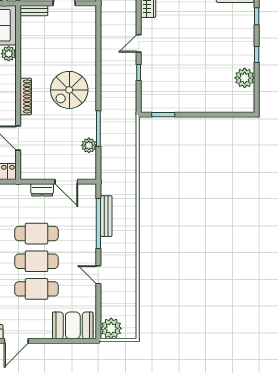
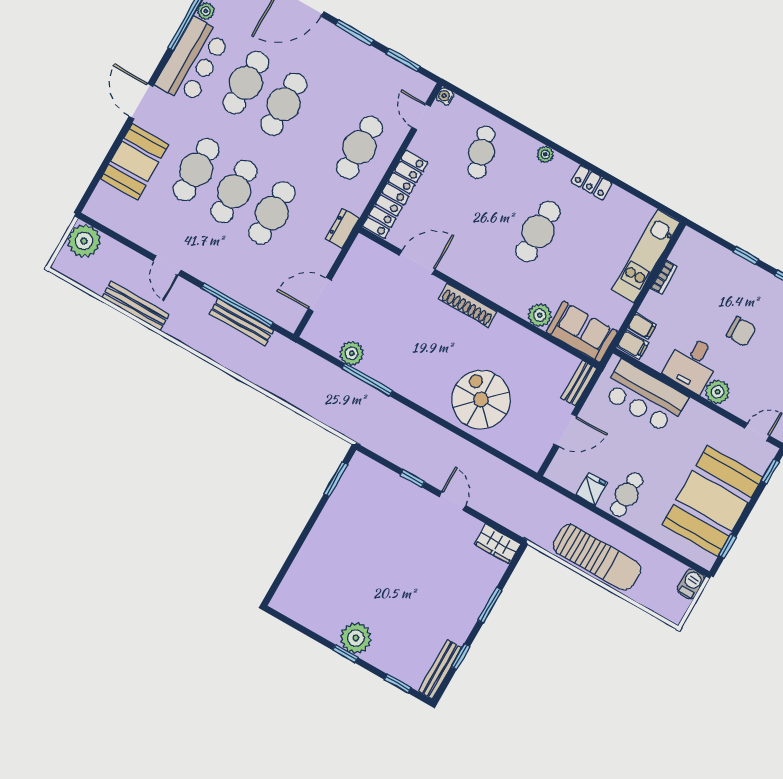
plant: (245, 78) -> (356, 638), moved
spiral stairs: (69, 90) -> (481, 400), moved
dresser: (42, 190) -> (342, 229), moved
door: (98, 275) -> (167, 266), swing flipped
bench: (131, 280) -> (136, 306), added
booth: (73, 325) -> (135, 162), moved

